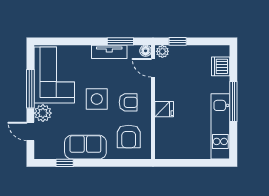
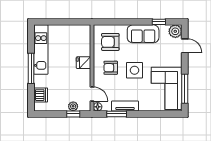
plant: (162, 51) -> (73, 106), moved
window: (30, 89) -> (185, 89), moved
plant: (43, 113) -> (175, 31), moved
armchair: (129, 136) -> (110, 42), turned -90

